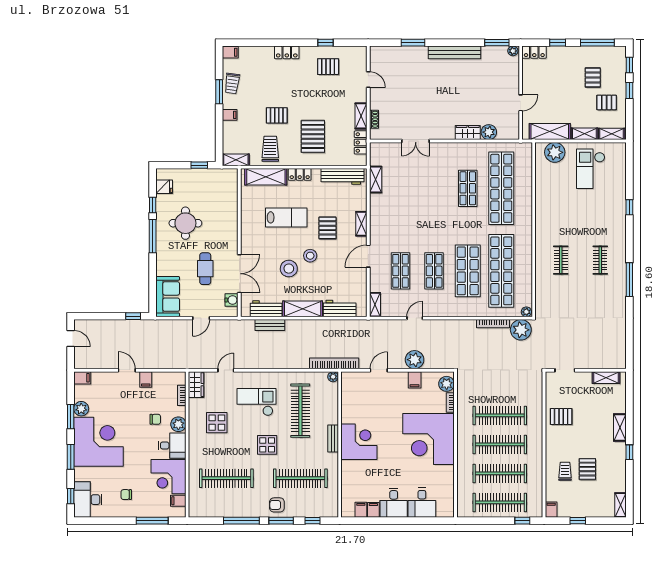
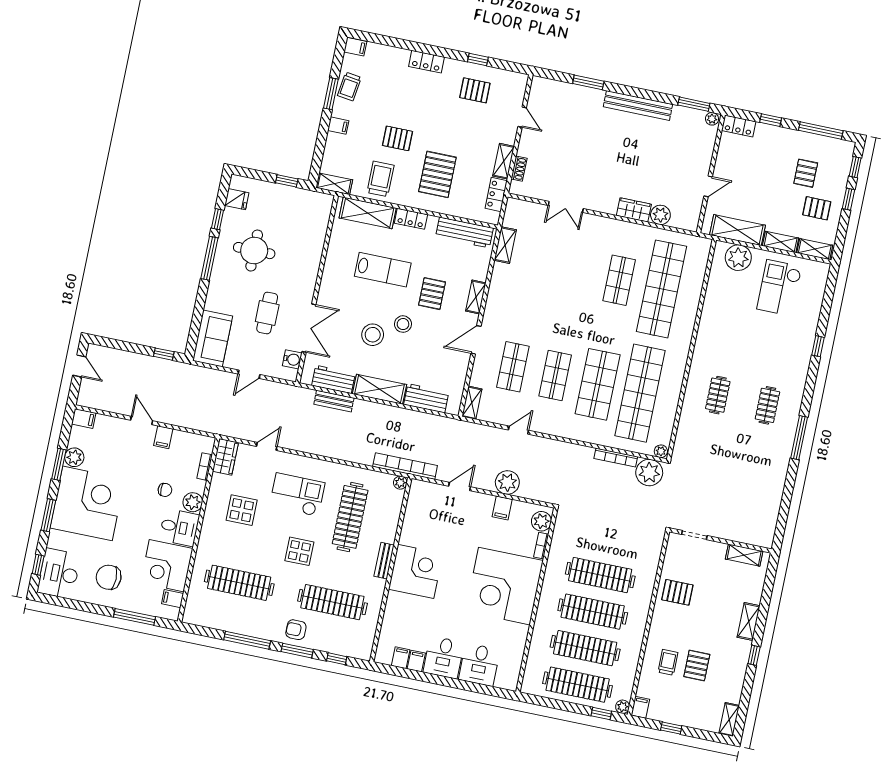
chair: (126, 495) -> (109, 577), width x1.87, depth x1.87
plant: (537, 512) -> (623, 707), added

